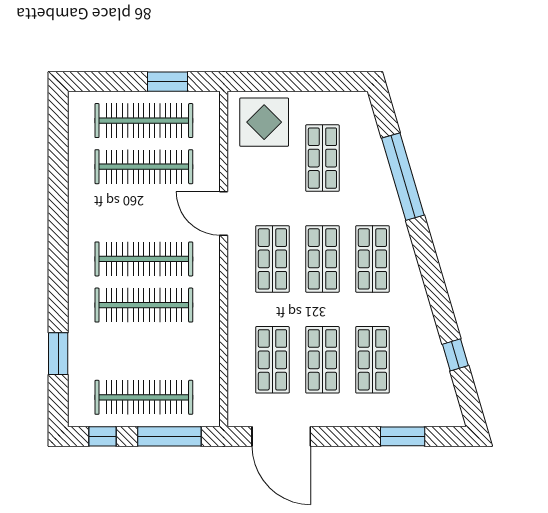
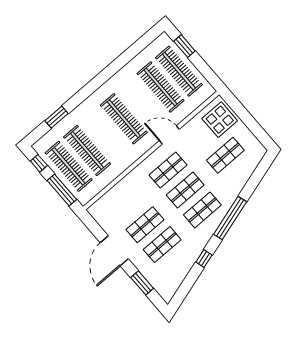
window: (167, 82) -> (184, 46), moved
window: (403, 177) -> (230, 218), moved
door: (224, 214) -> (169, 135), hinge flipped
clothes rail: (144, 305) -> (87, 150), moved
window: (455, 355) -> (204, 258), moved
shop shelf: (272, 360) -> (128, 205), removed
door: (281, 436) -> (114, 251), moved

